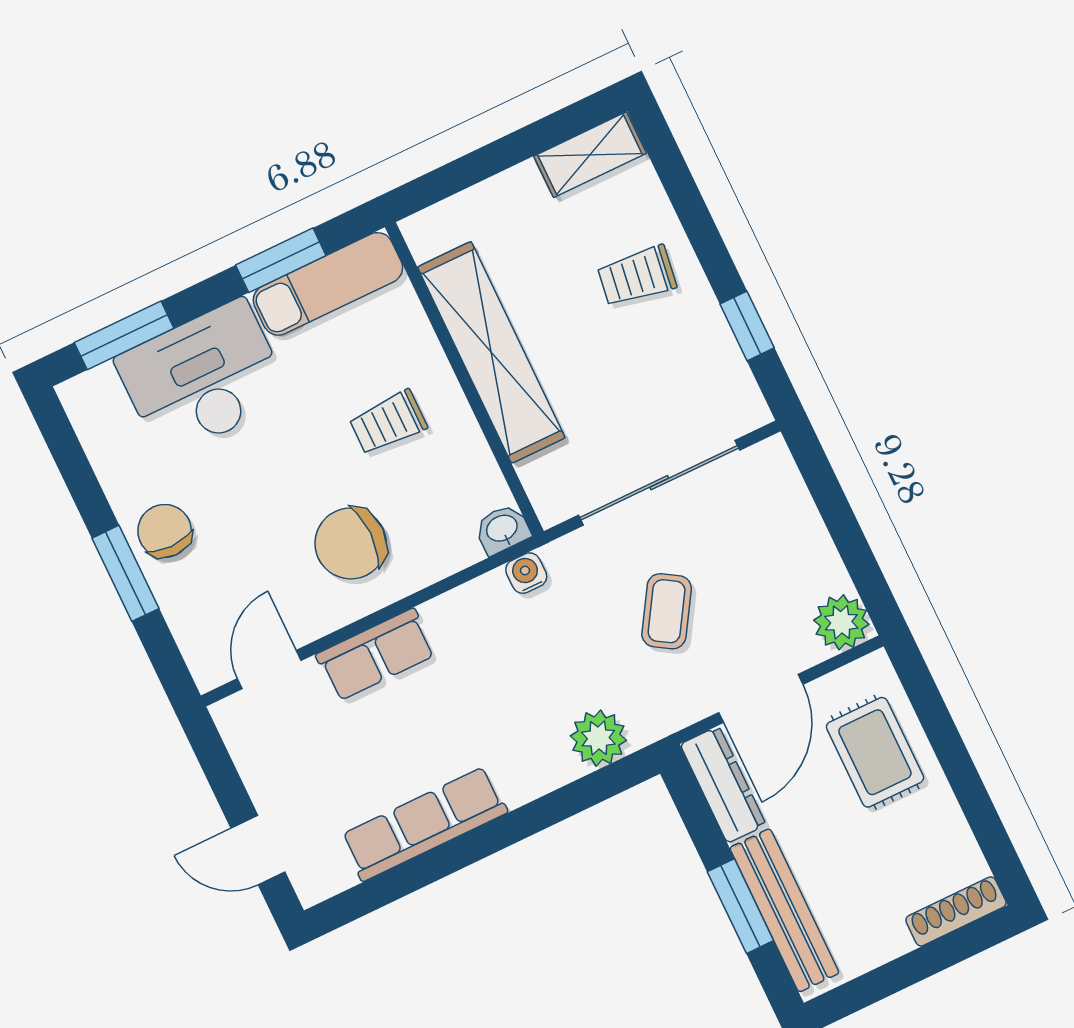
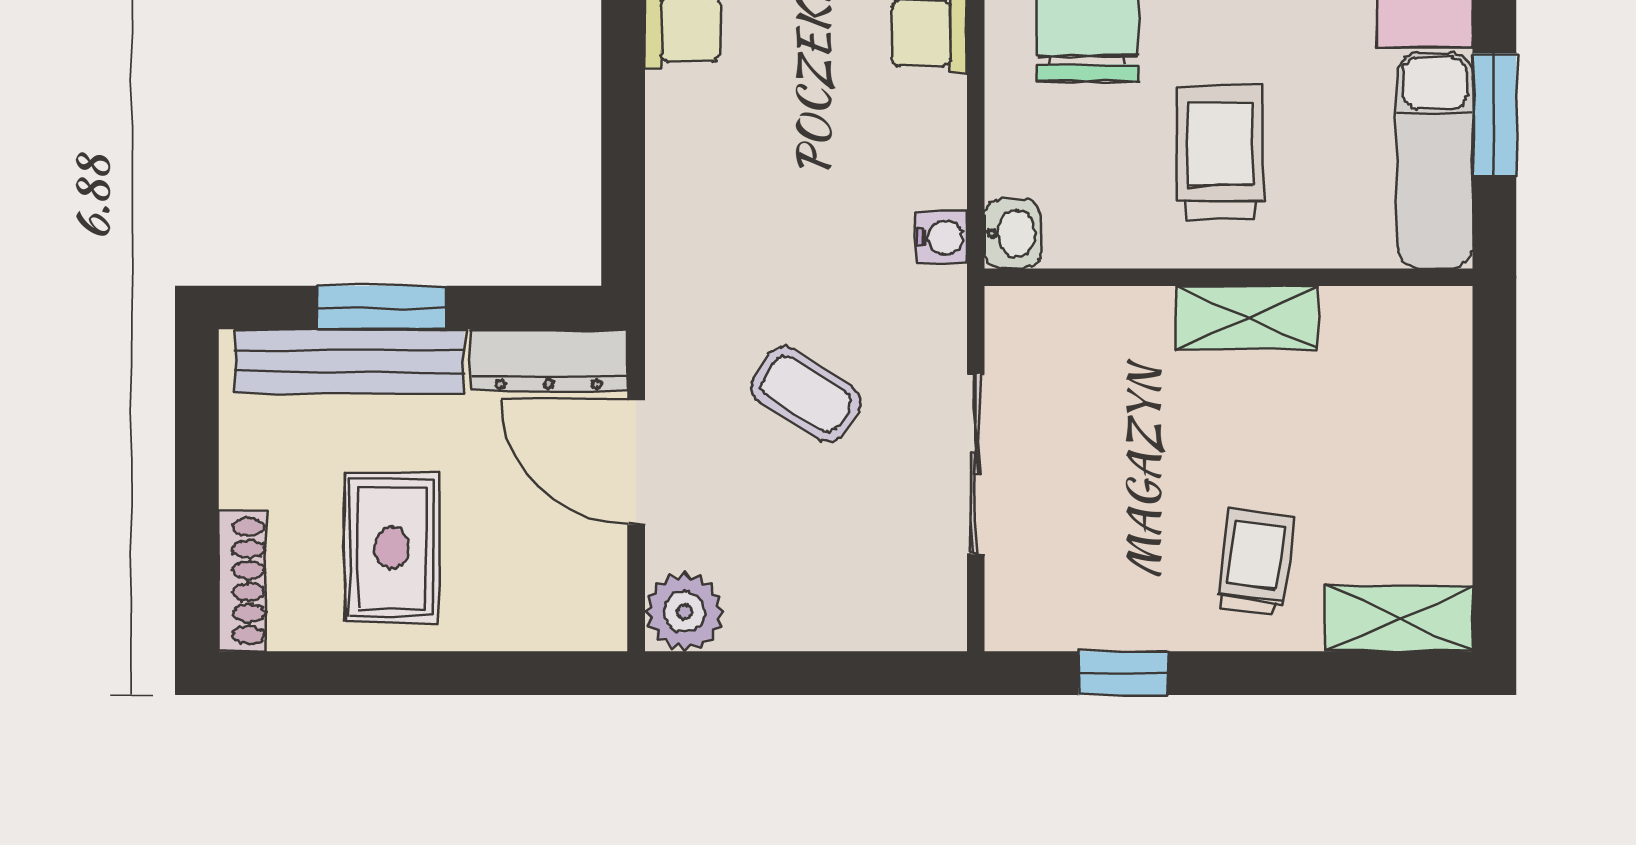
shelving: (590, 155) -> (1399, 618), moved, turned 90
shelving: (491, 352) -> (1247, 318), width x0.45, depth x0.75
trolley: (388, 422) -> (1220, 153), width x1.36, depth x1.39
sliding door: (659, 483) -> (976, 464), width x0.73
plant: (598, 738) -> (685, 228), removed
rug: (875, 752) -> (391, 548), moved, turned 90

